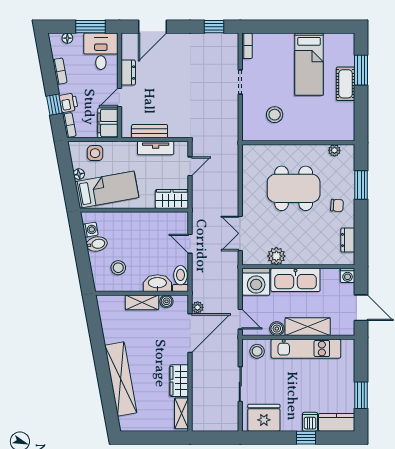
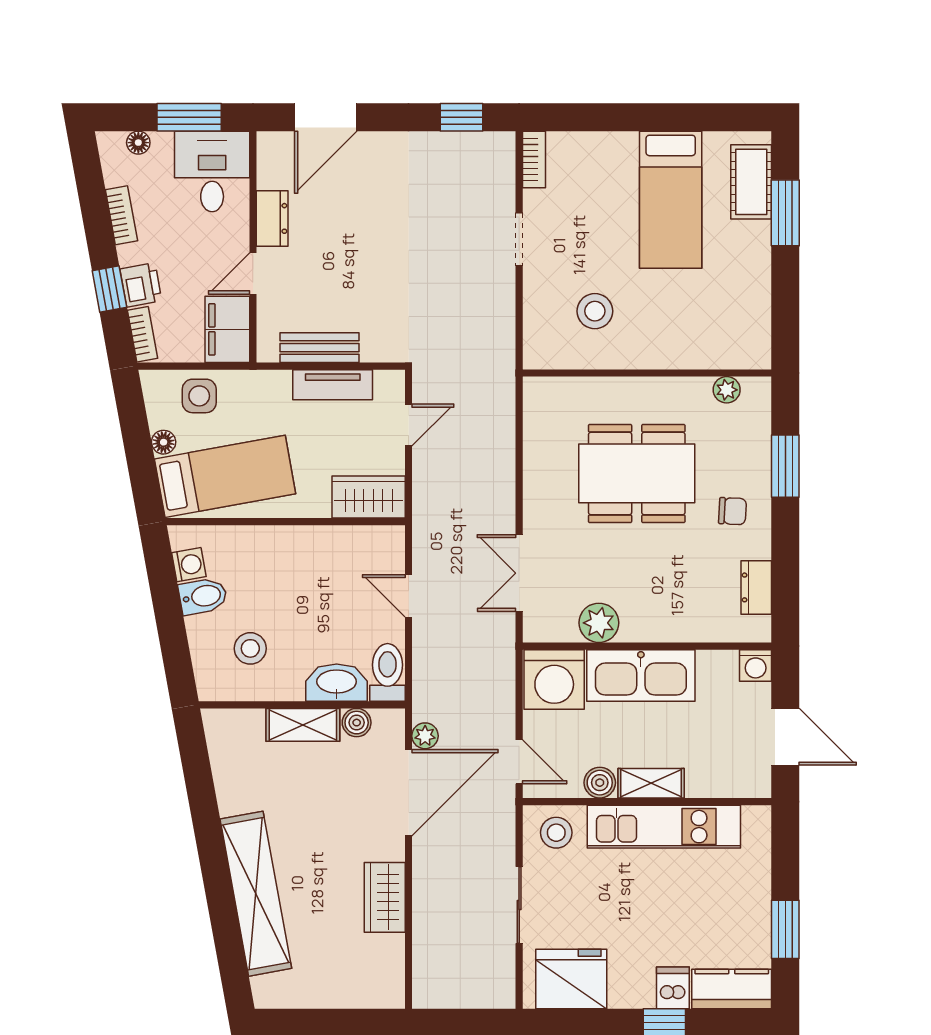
cot: (346, 84) -> (751, 182), moved
shelving: (308, 327) -> (651, 783), width x0.67, depth x0.75
shelving: (182, 413) -> (390, 969), removed

